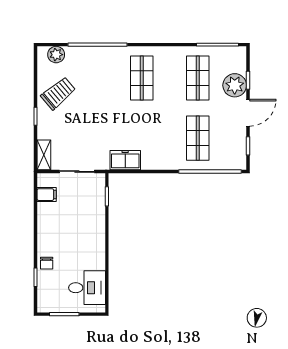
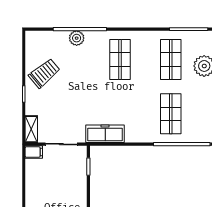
plant: (56, 55) -> (77, 38), moved
freezer: (125, 160) -> (105, 134), width x1.40
filing cabinet: (47, 195) -> (34, 152), moved

